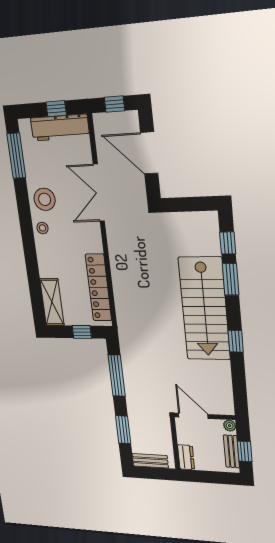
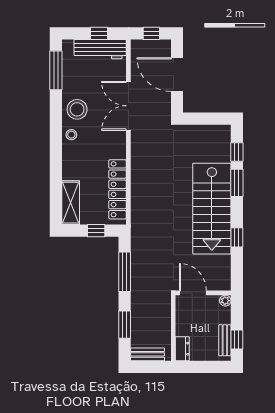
door: (193, 416) -> (193, 293), moved
wall: (204, 416) -> (203, 293), moved
plant: (230, 426) -> (225, 301), moved

